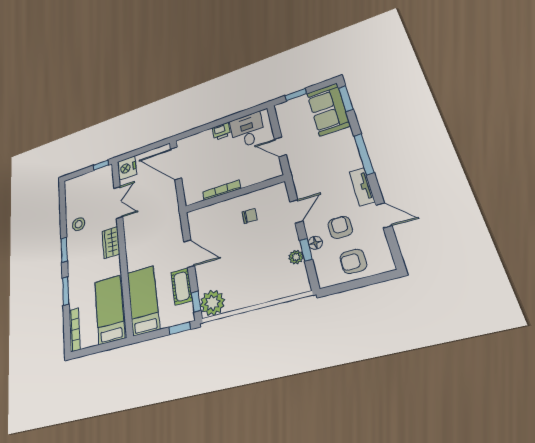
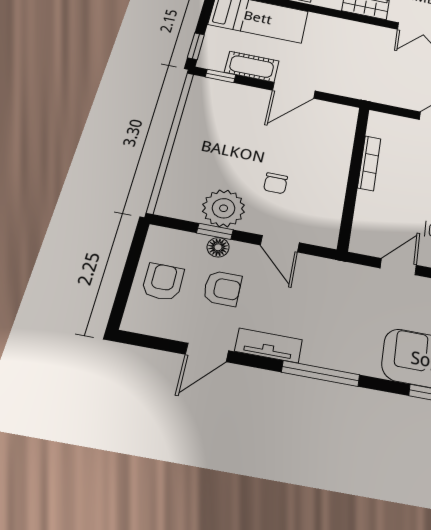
chair: (250, 216) -> (276, 183), moved
plant: (296, 257) -> (224, 208), width x1.87, depth x1.87
plant: (212, 303) -> (207, 94), removed

